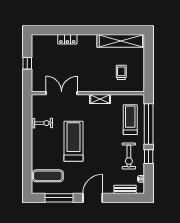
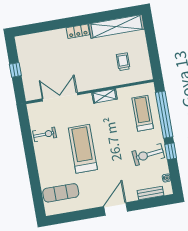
locker: (67, 39) -> (78, 31), moved
exercise bike: (129, 156) -> (148, 155), turned 84
window: (59, 198) -> (78, 216), removed

